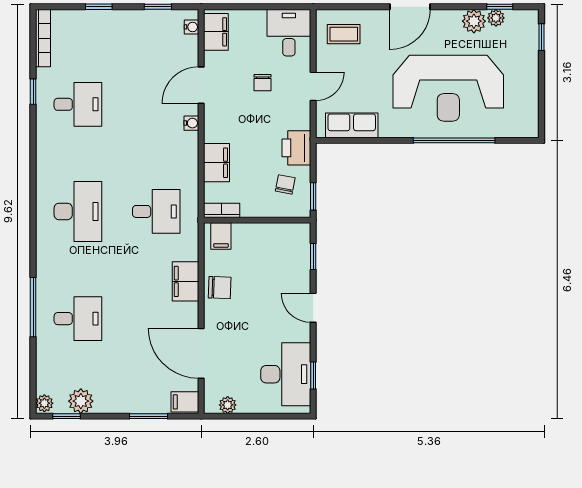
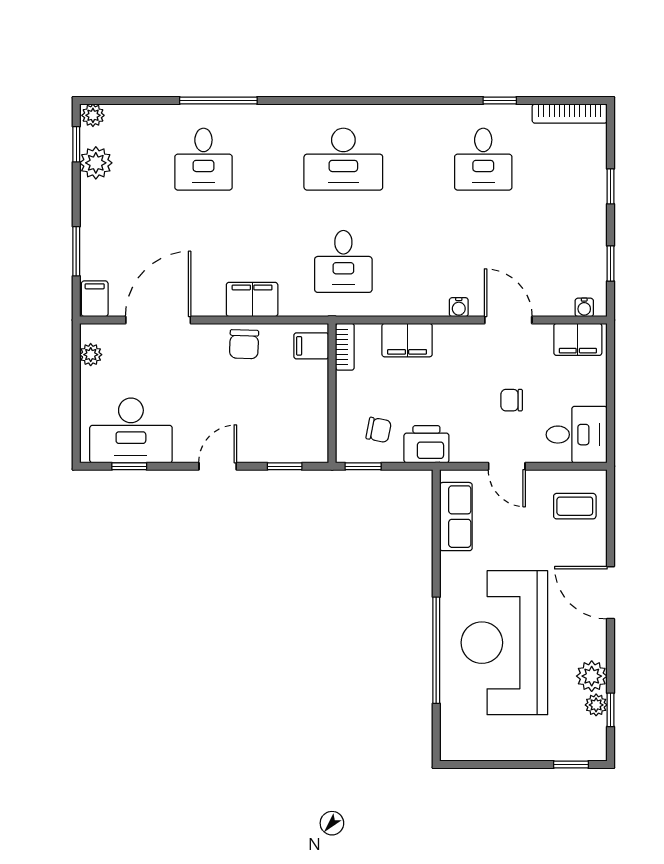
coffee table: (344, 34) -> (575, 506), turned 90

